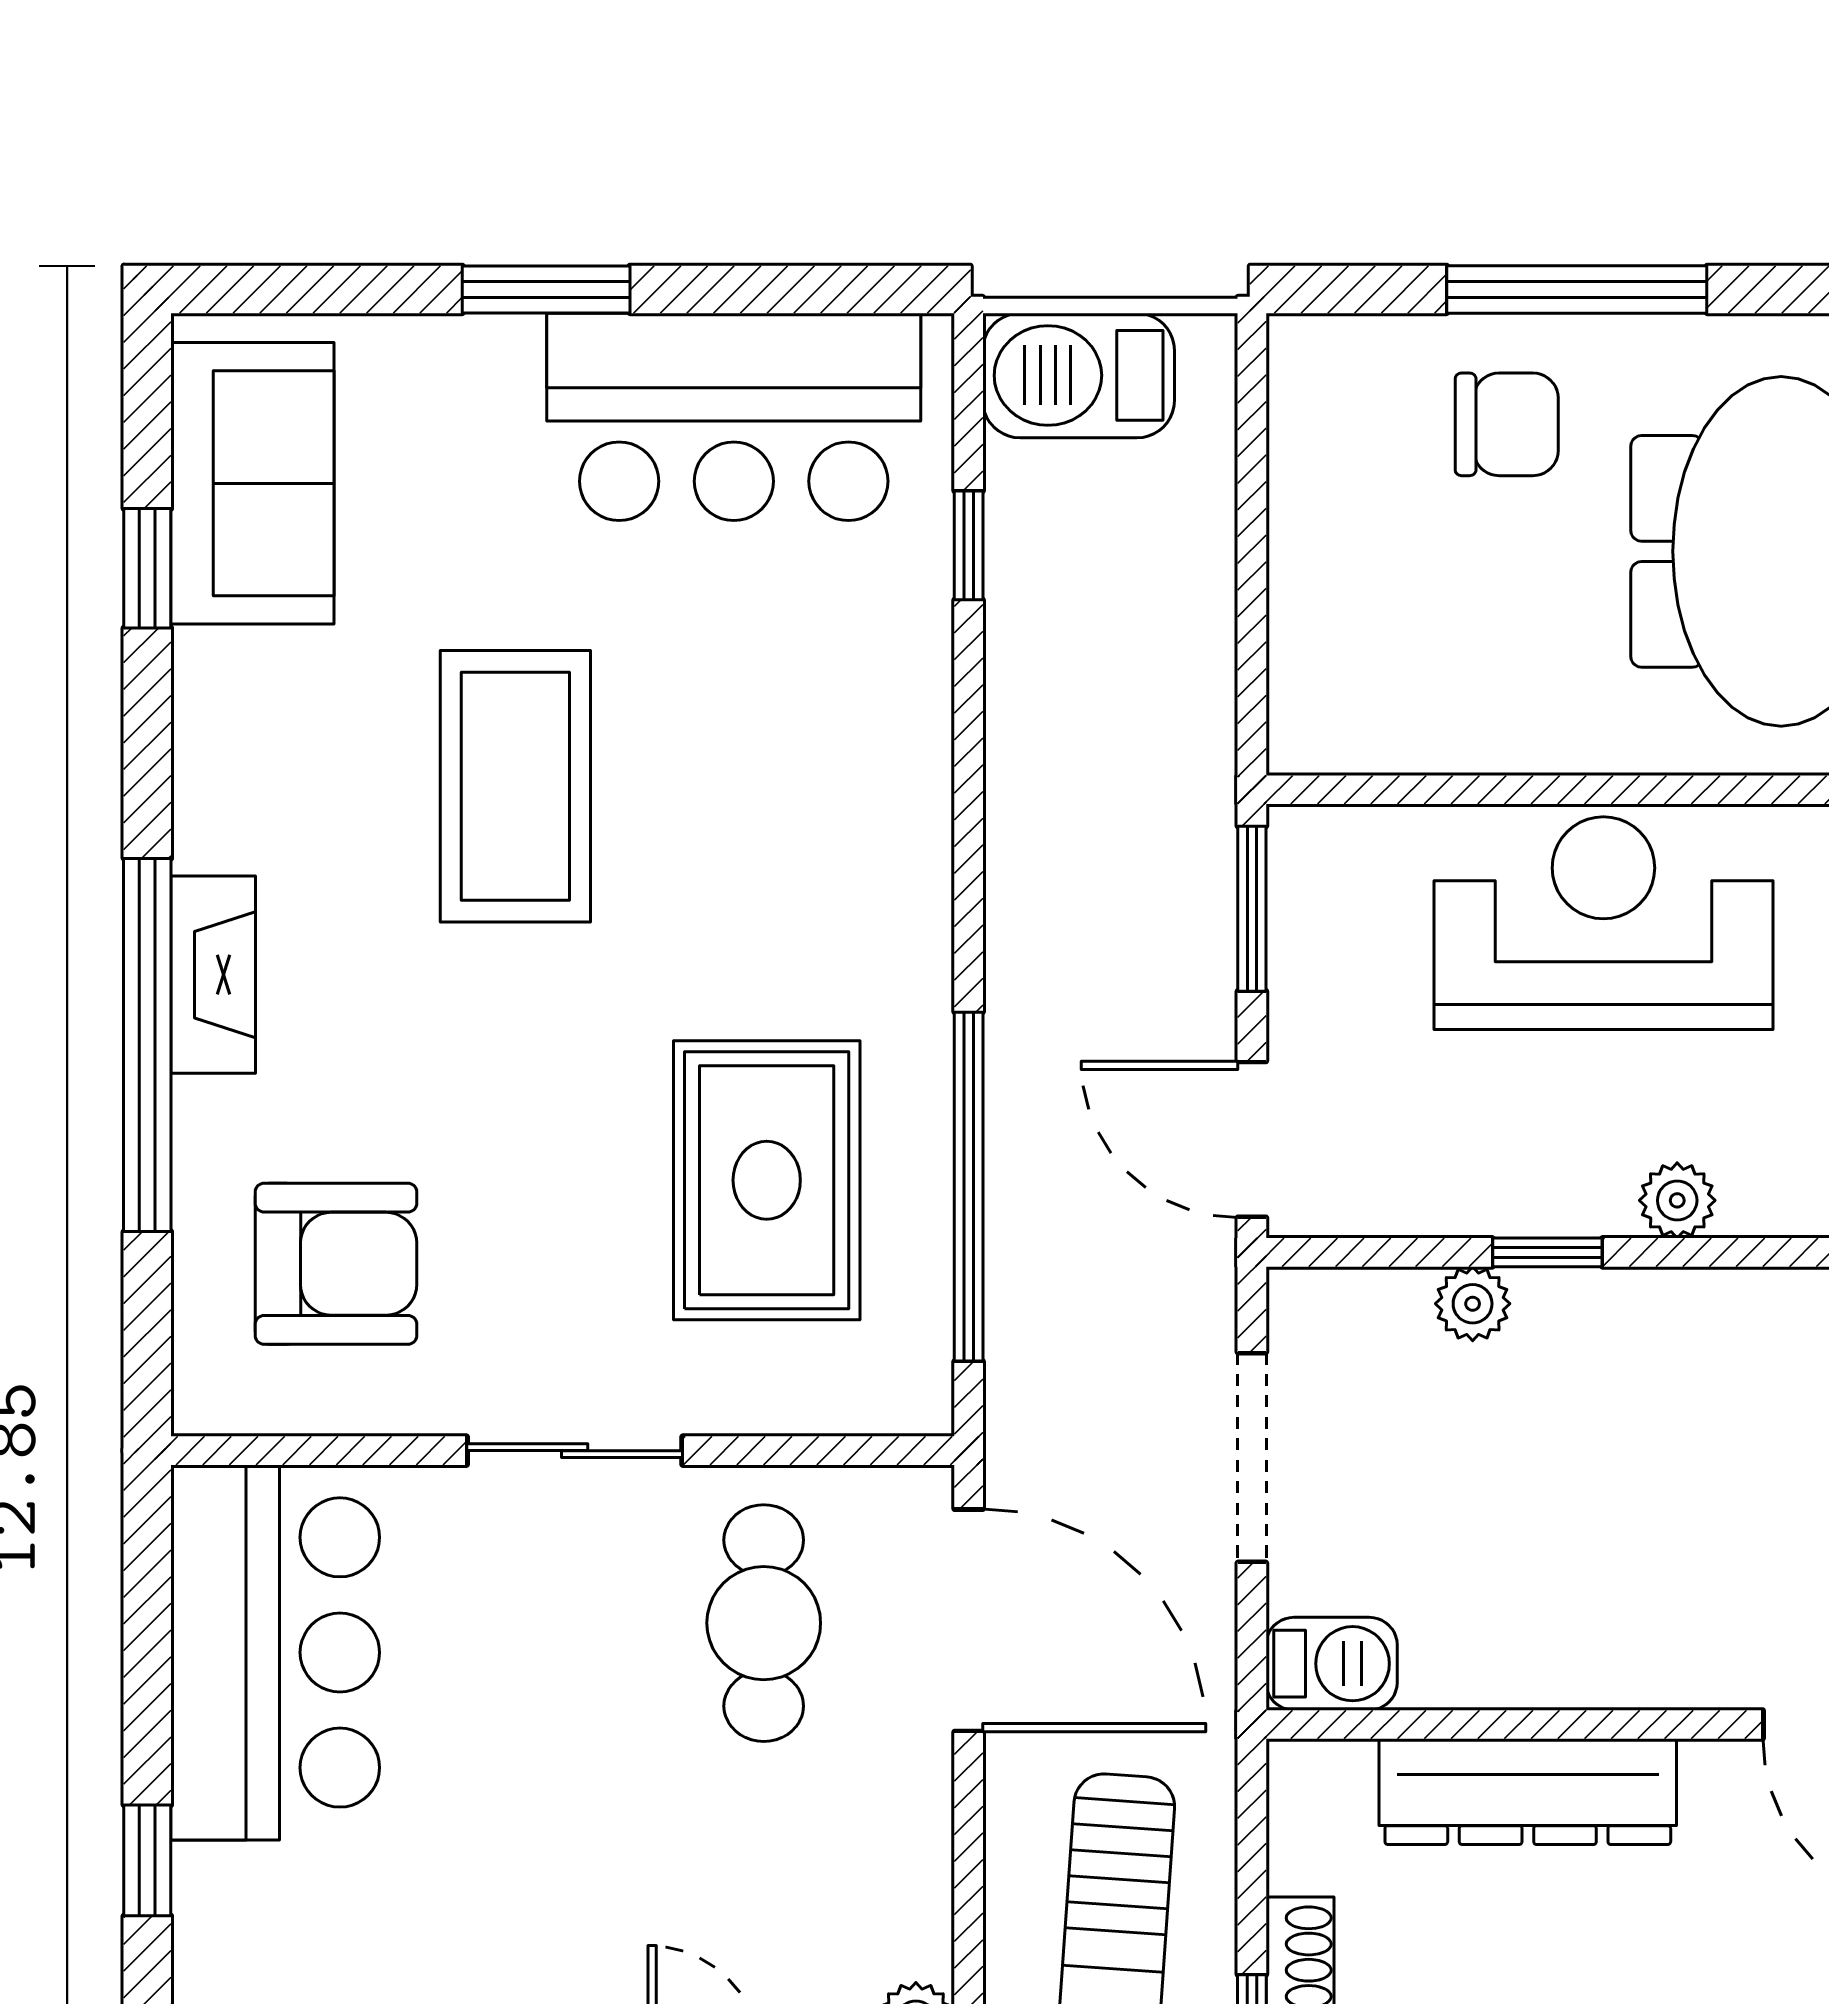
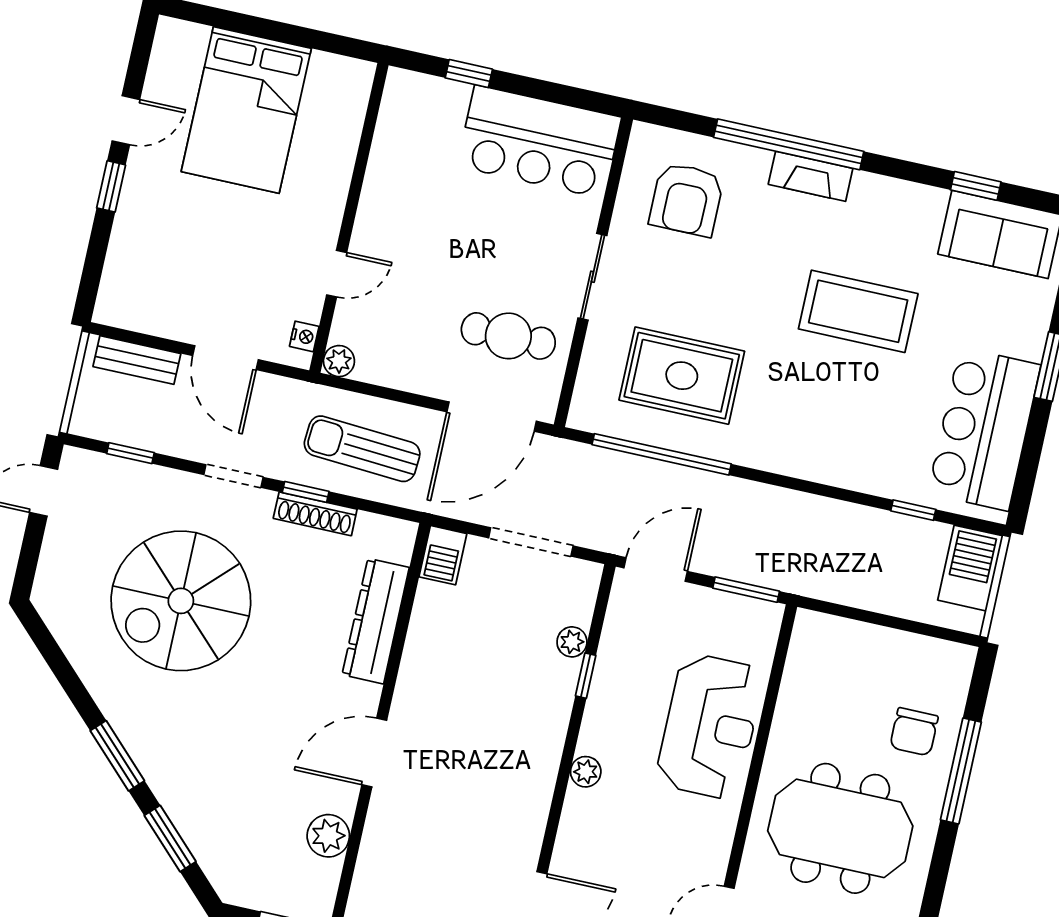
plant: (1677, 1200) -> (586, 772), moved

